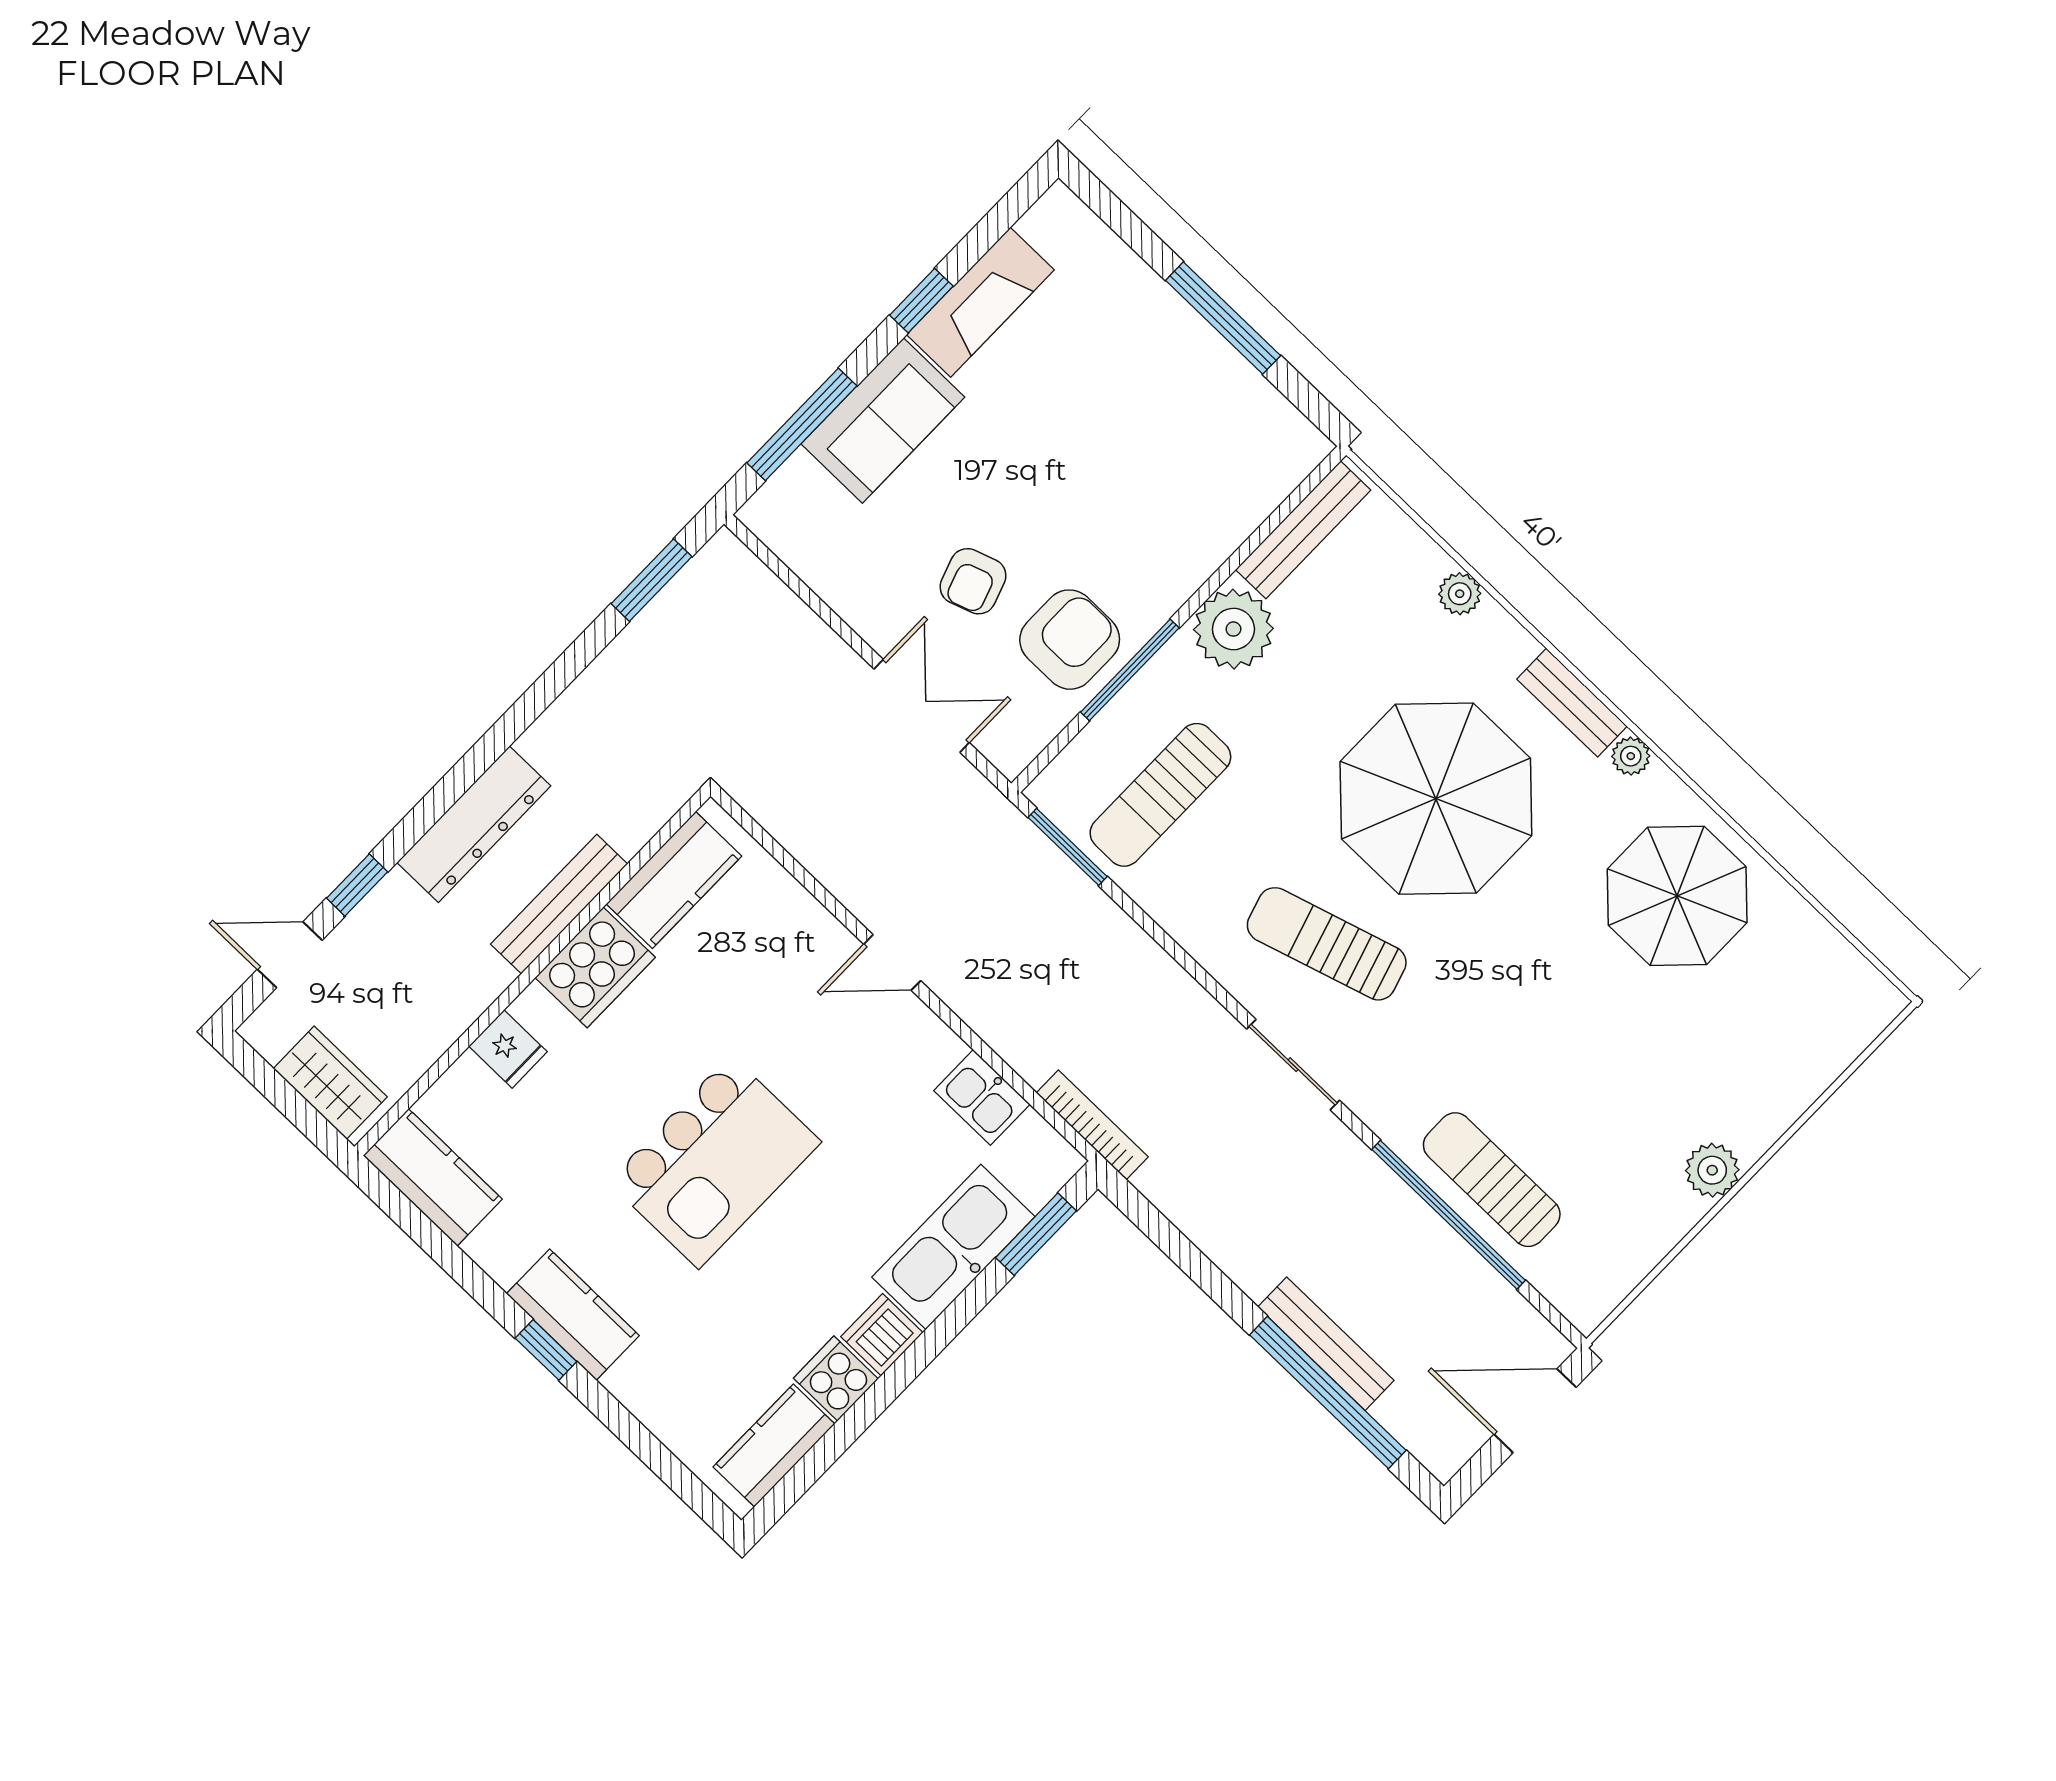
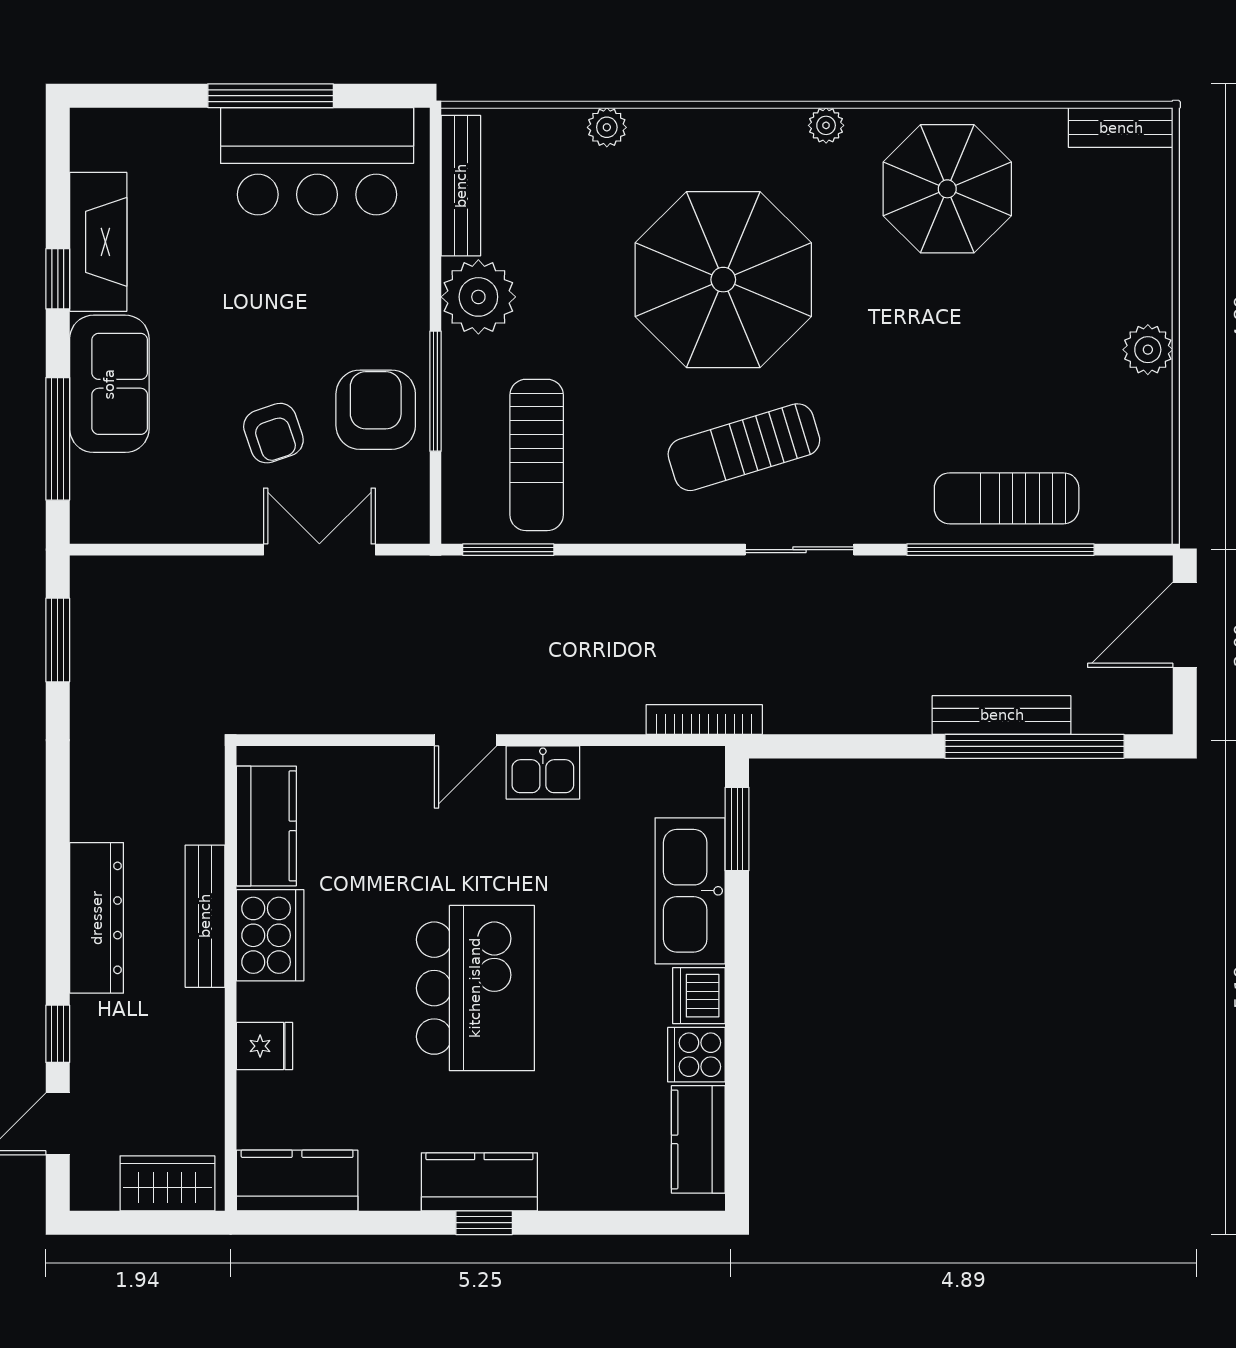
bar counter: (1210, 403) -> (317, 161), added
bench: (1572, 703) -> (1121, 128), moved
kitchen sink: (982, 1097) -> (543, 772), moved

